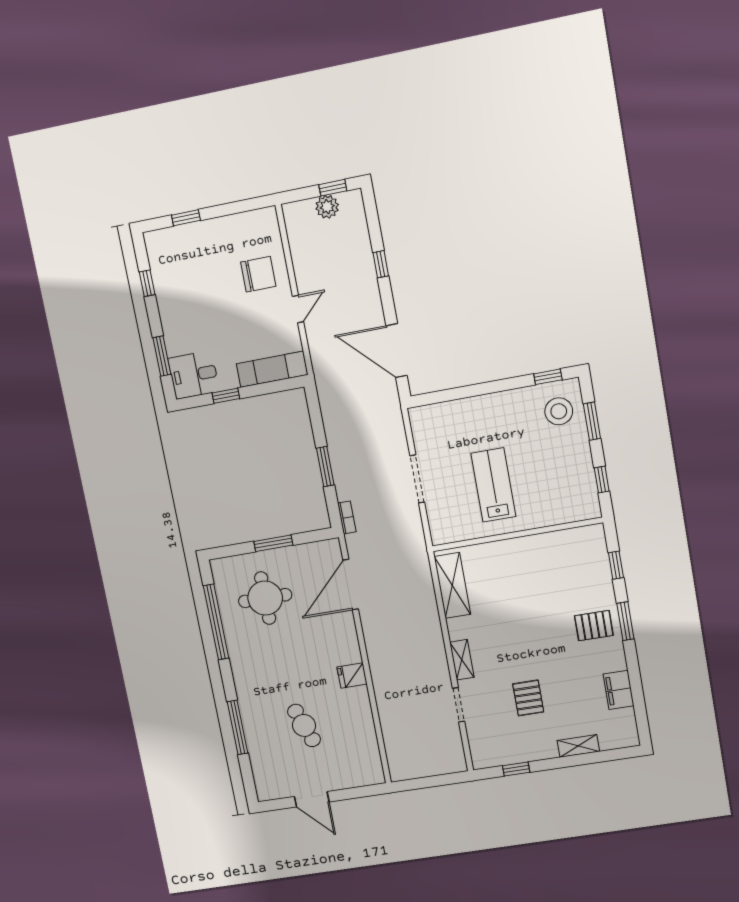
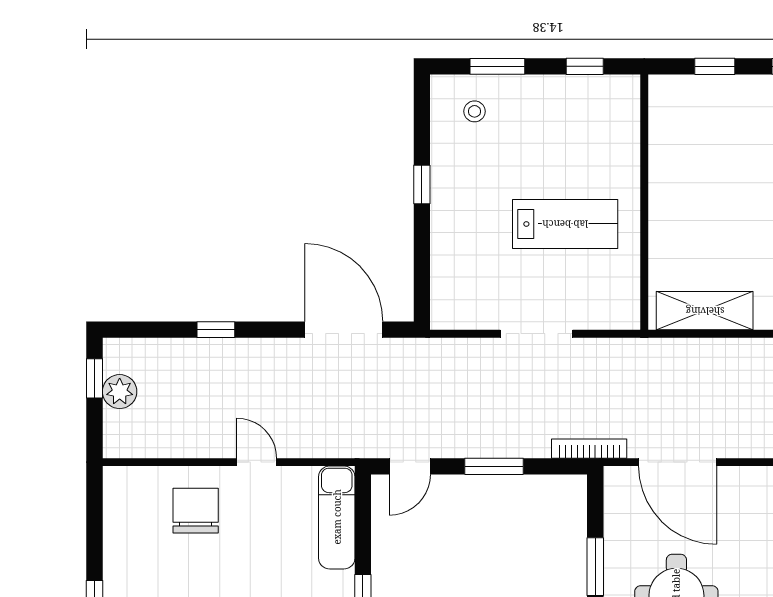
door: (397, 351) -> (344, 330), swing flipped
window: (548, 377) -> (422, 185), moved
door: (315, 411) -> (410, 466), added
stool: (559, 411) -> (475, 111), width x0.53, depth x0.53
lab bench: (493, 485) -> (565, 224), turned 180
bookcase: (347, 517) -> (589, 449), width x1.56

